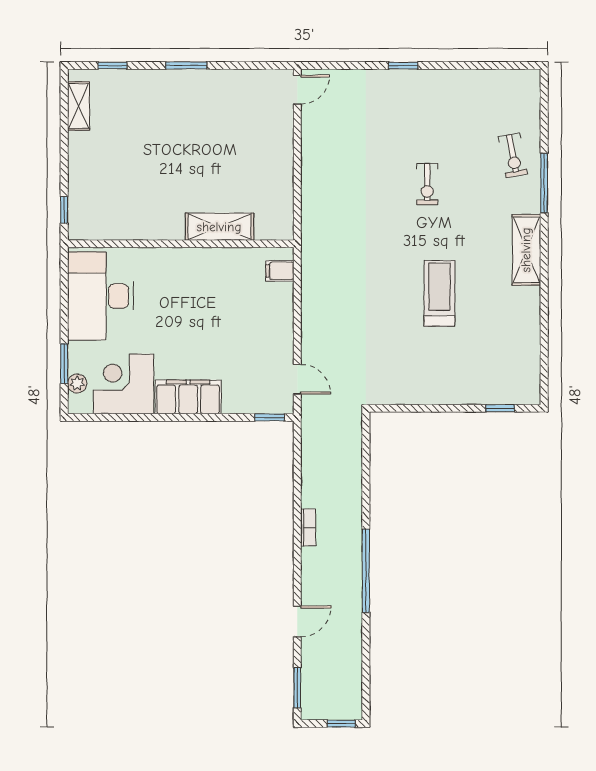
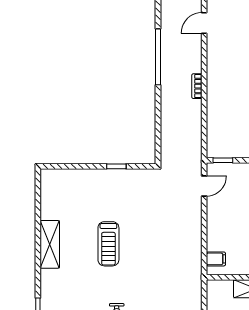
shelving: (526, 250) -> (50, 244), moved
door: (297, 379) -> (204, 186), swing flipped
window: (500, 408) -> (116, 166), moved

